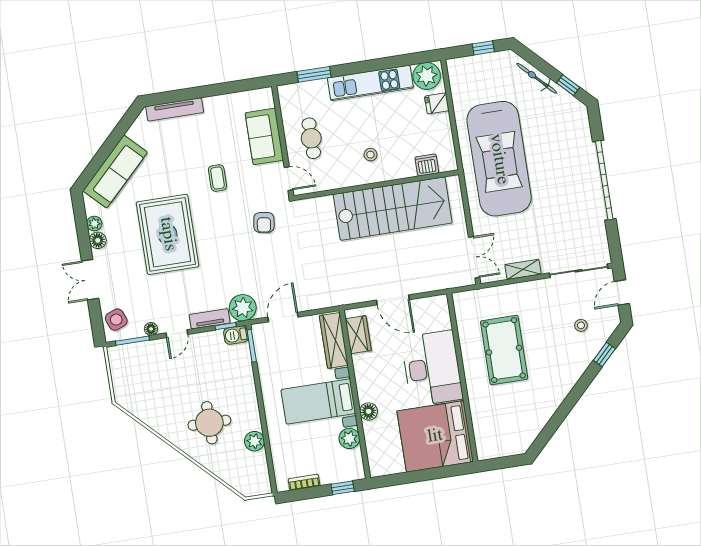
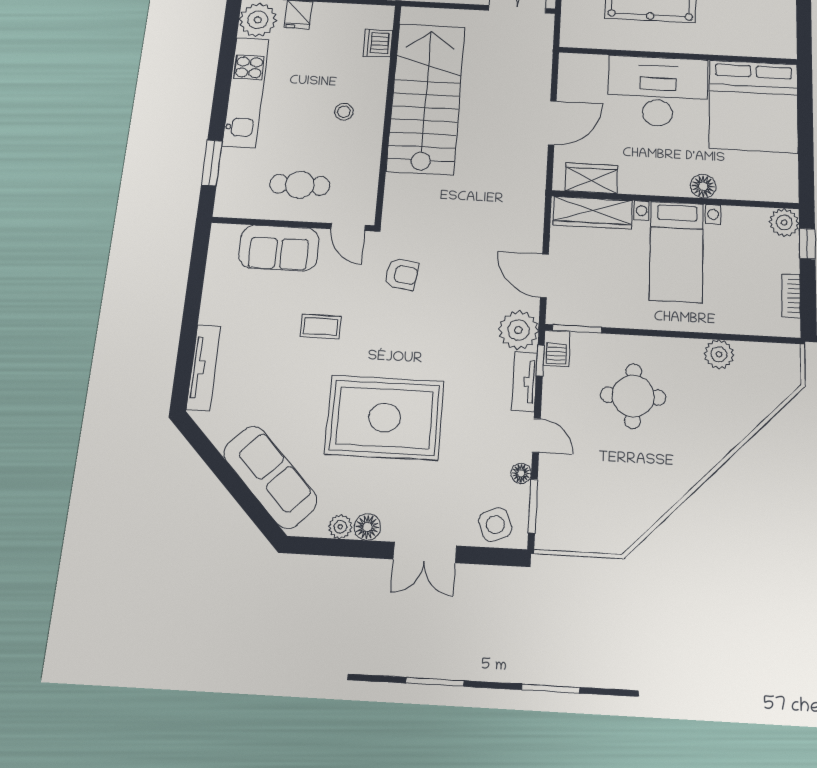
door: (289, 179) -> (348, 227), swing flipped
round table: (209, 423) -> (633, 396), moved
plant: (349, 438) -> (784, 223), moved

